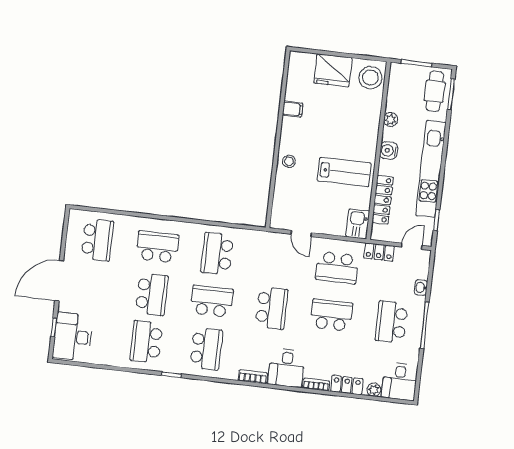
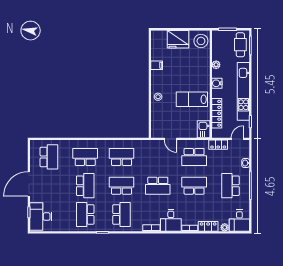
lab bench: (344, 172) -> (192, 99), turned 180
school desk: (217, 254) -> (121, 157), turned 90
school desk: (272, 308) -> (158, 186), turned 90

